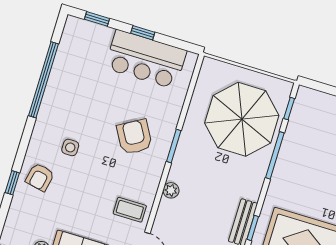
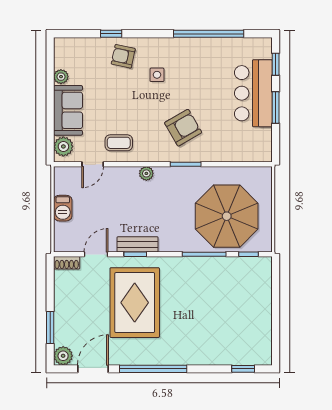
window: (143, 33) -> (276, 107), width x1.50
bar counter: (146, 59) -> (253, 93), moved
coffee table: (130, 210) -> (119, 143), turned 90

